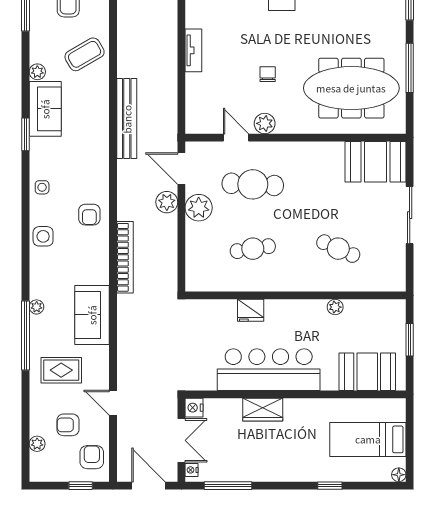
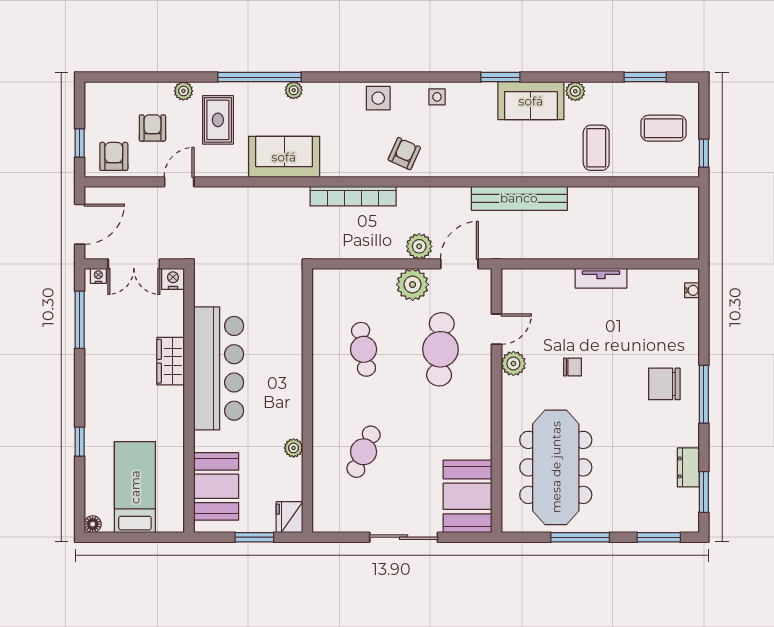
coffee table: (85, 54) -> (596, 148), turned 30
armchair: (89, 215) -> (404, 154), turned 114
fridge: (251, 310) -> (290, 517), moved
plant: (37, 444) -> (183, 91), moved
armchair: (92, 457) -> (114, 156), turned -90

